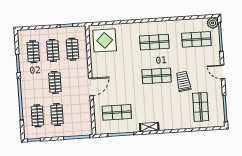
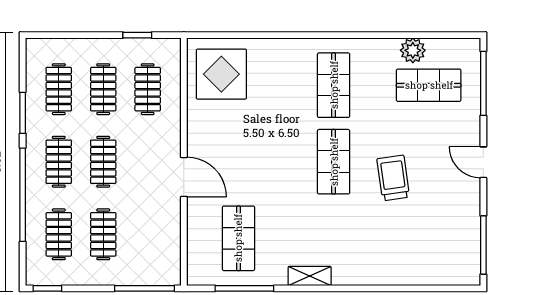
plant: (213, 23) -> (413, 50), moved
shop shelf: (154, 42) -> (334, 85), turned 90
shop shelf: (157, 76) -> (334, 162), turned 90
clothes rail: (35, 84) -> (59, 162), added
door: (91, 87) -> (184, 177), hinge flipped
shop shelf: (201, 107) -> (429, 238), removed
shop shelf: (117, 112) -> (238, 238), turned 90

